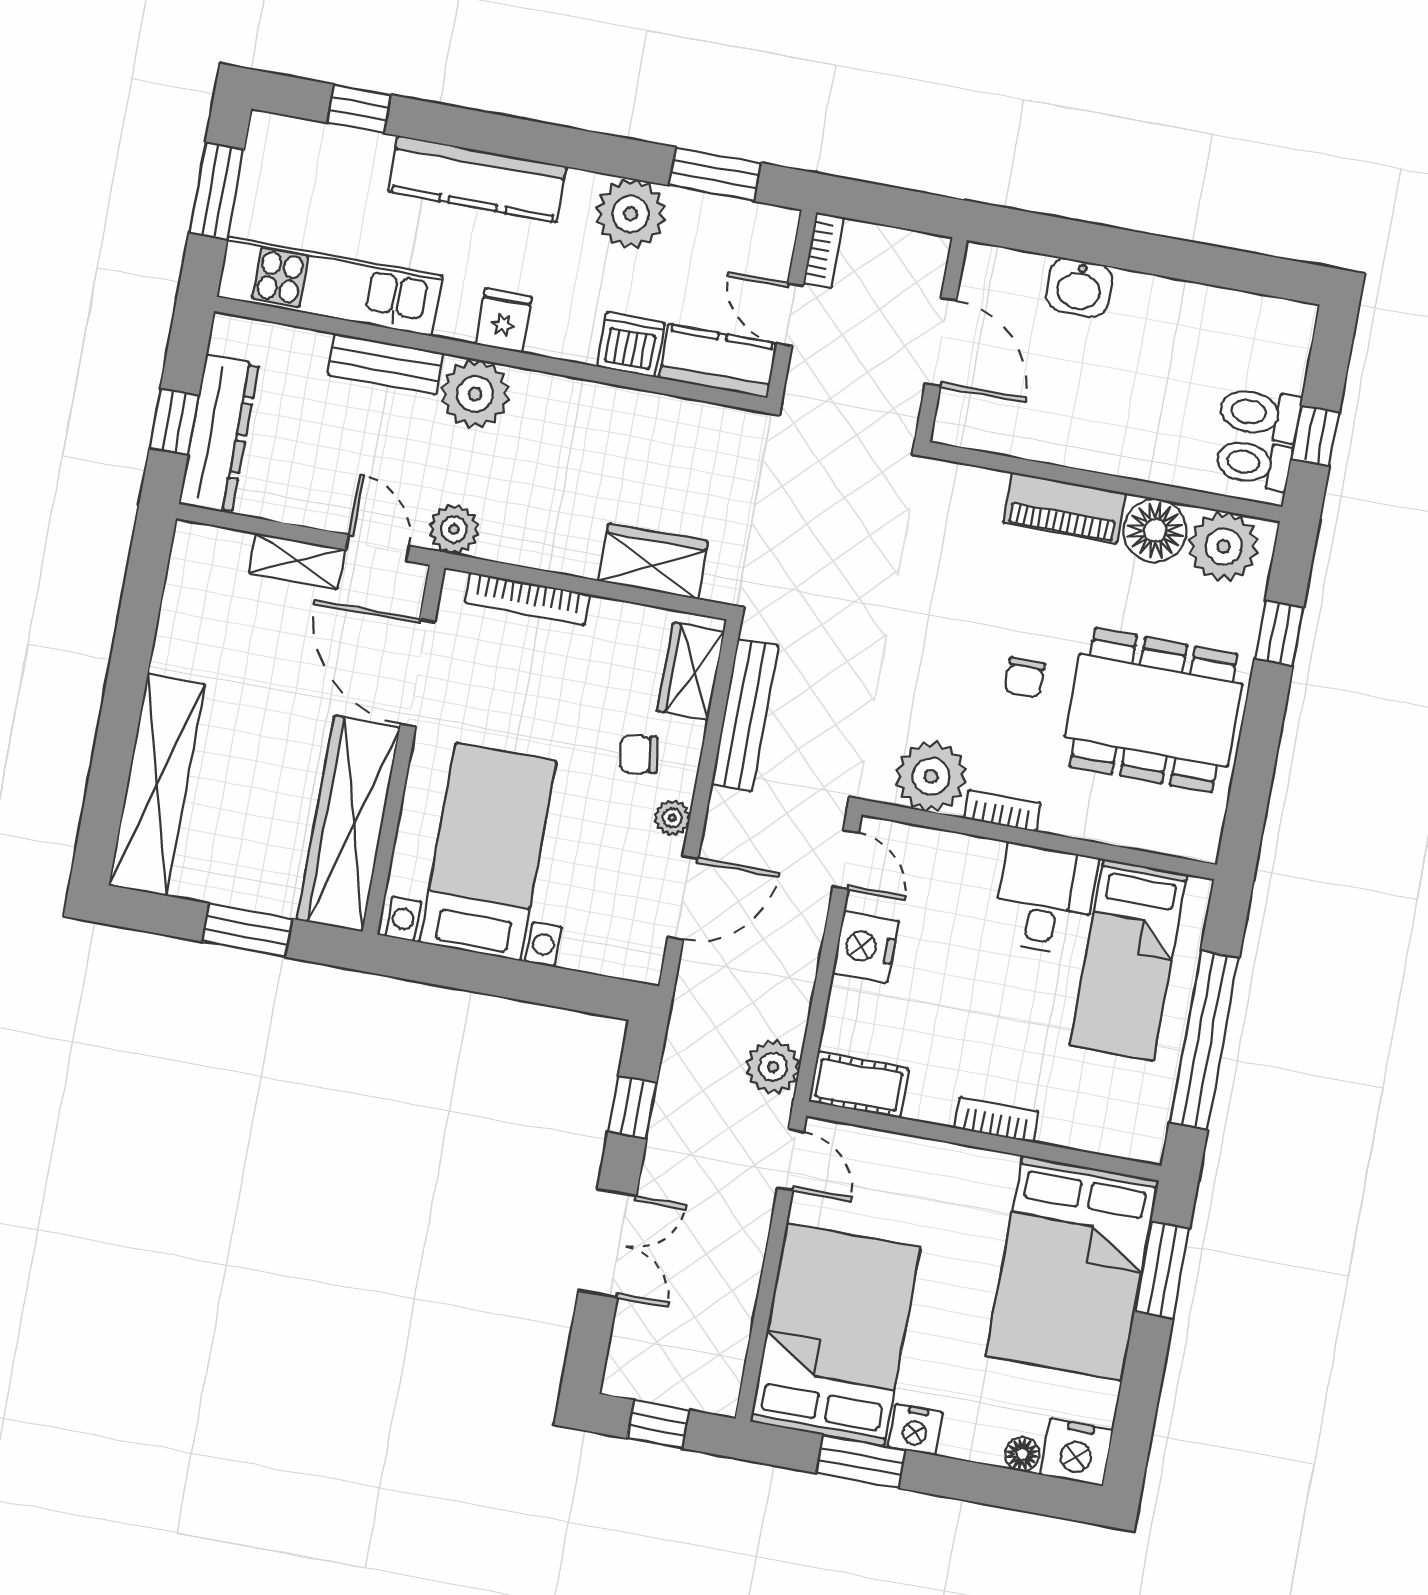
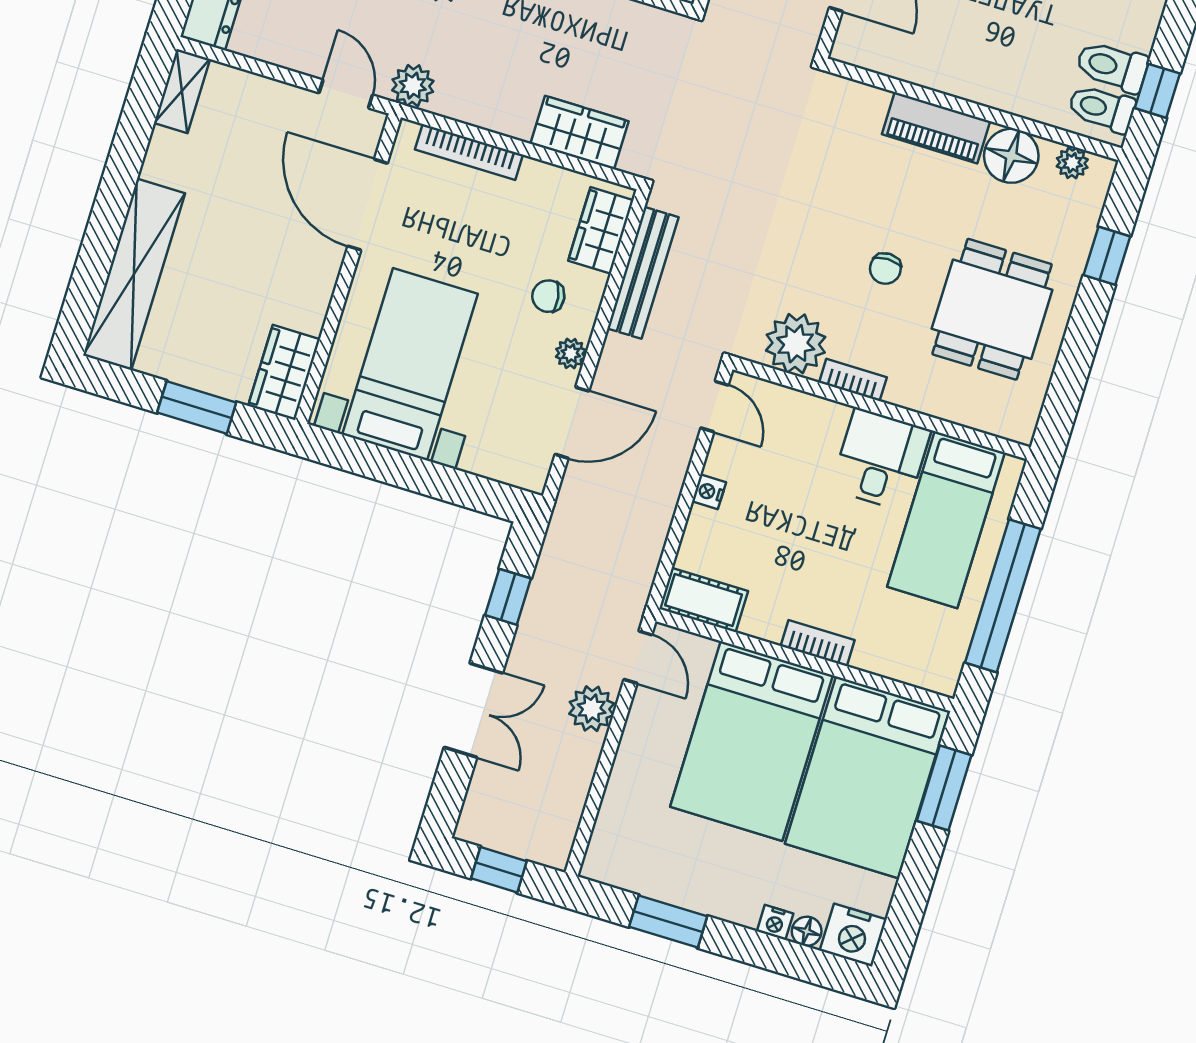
plant: (1224, 546) -> (1072, 163), width x0.53, depth x0.53
shelving: (297, 561) -> (182, 91), moved, turned 90
dining table: (1153, 710) -> (992, 309), width x0.73
wardrobe: (348, 824) -> (284, 373), width x0.48, depth x0.85
nightstand: (866, 947) -> (709, 492), width x0.53, depth x0.56
plant: (773, 1067) -> (592, 709), moved
bed: (835, 1334) -> (751, 741), moved, turned 180
nightstand: (915, 1430) -> (775, 922), moved, width x0.72, depth x0.74

